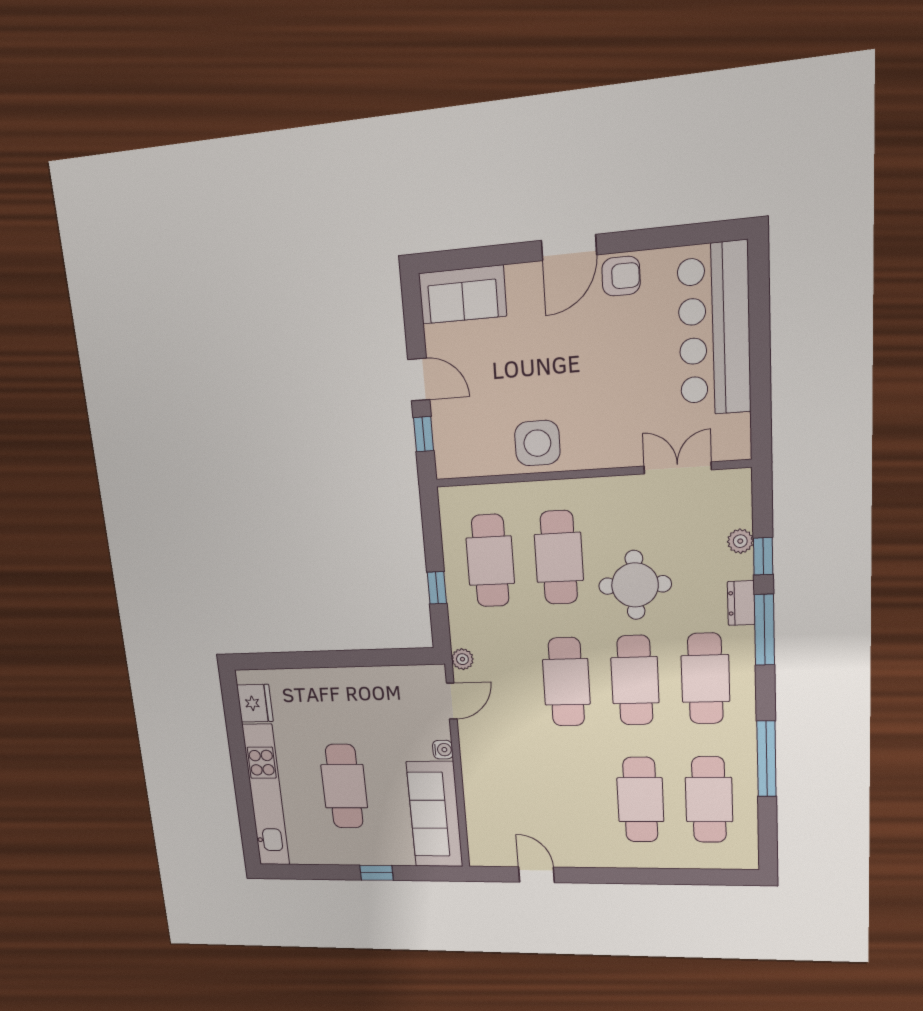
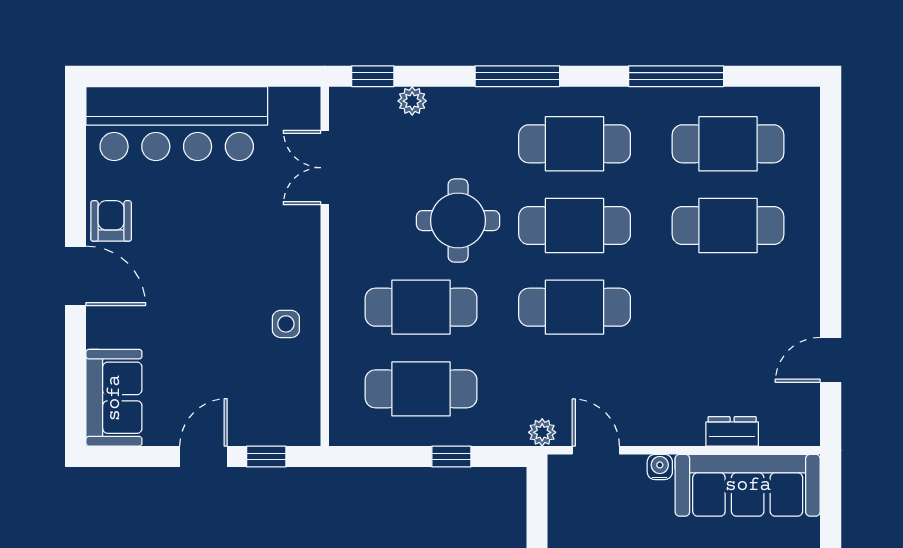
side table: (537, 443) -> (286, 324), width x0.54, depth x0.54
window: (763, 556) -> (373, 76), moved
dresser: (741, 603) -> (732, 431), moved, turned 180

